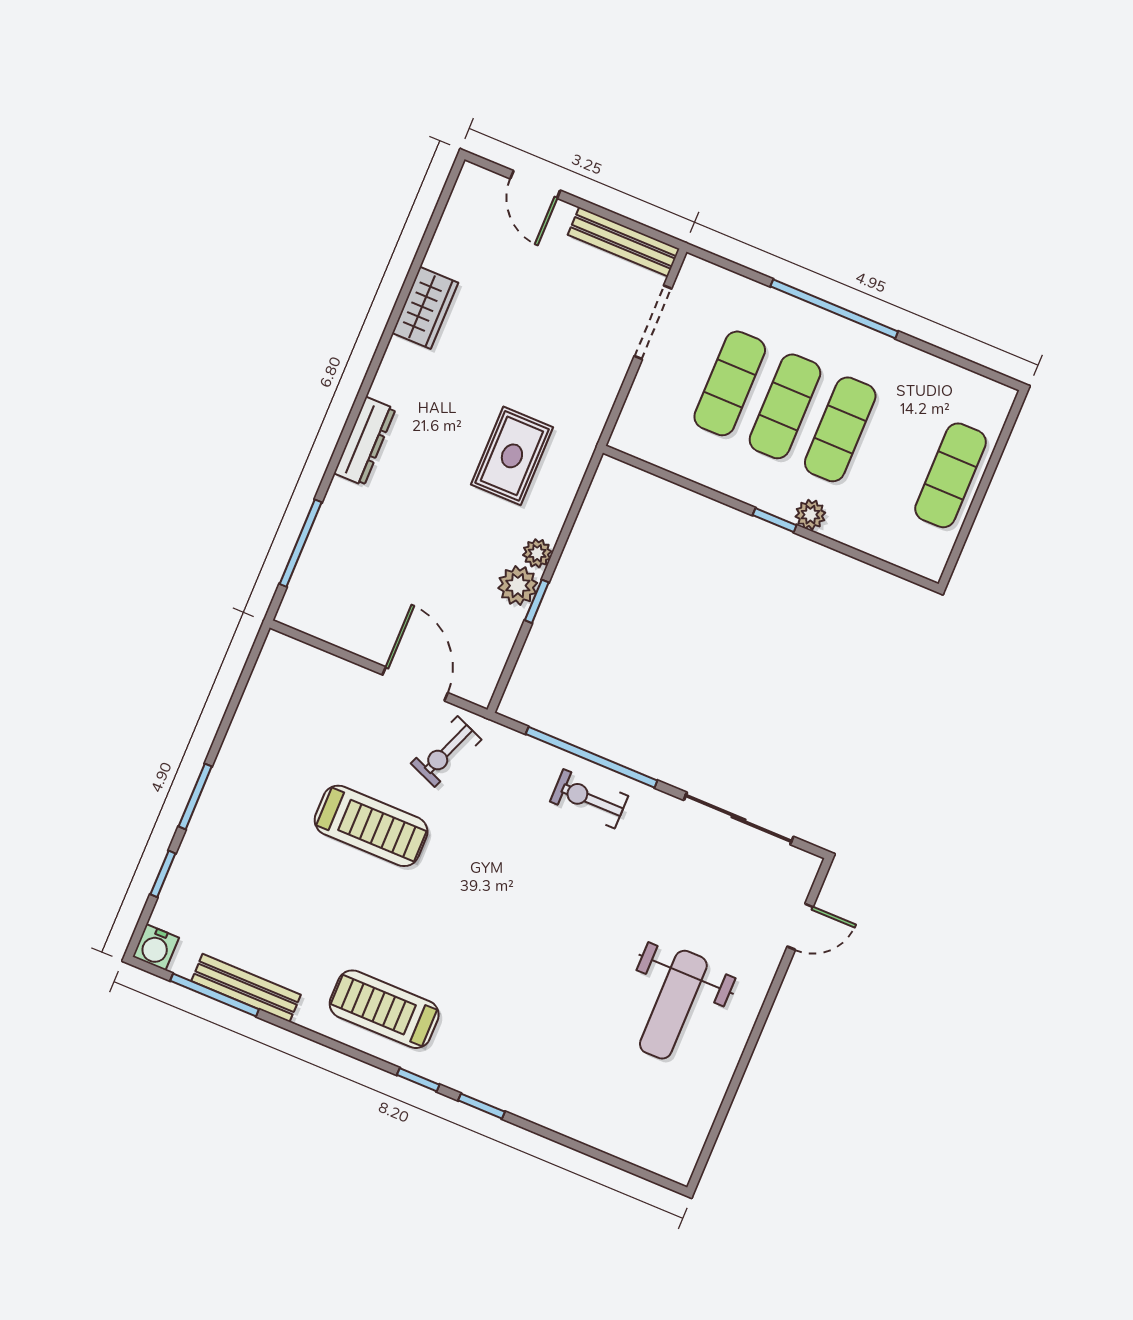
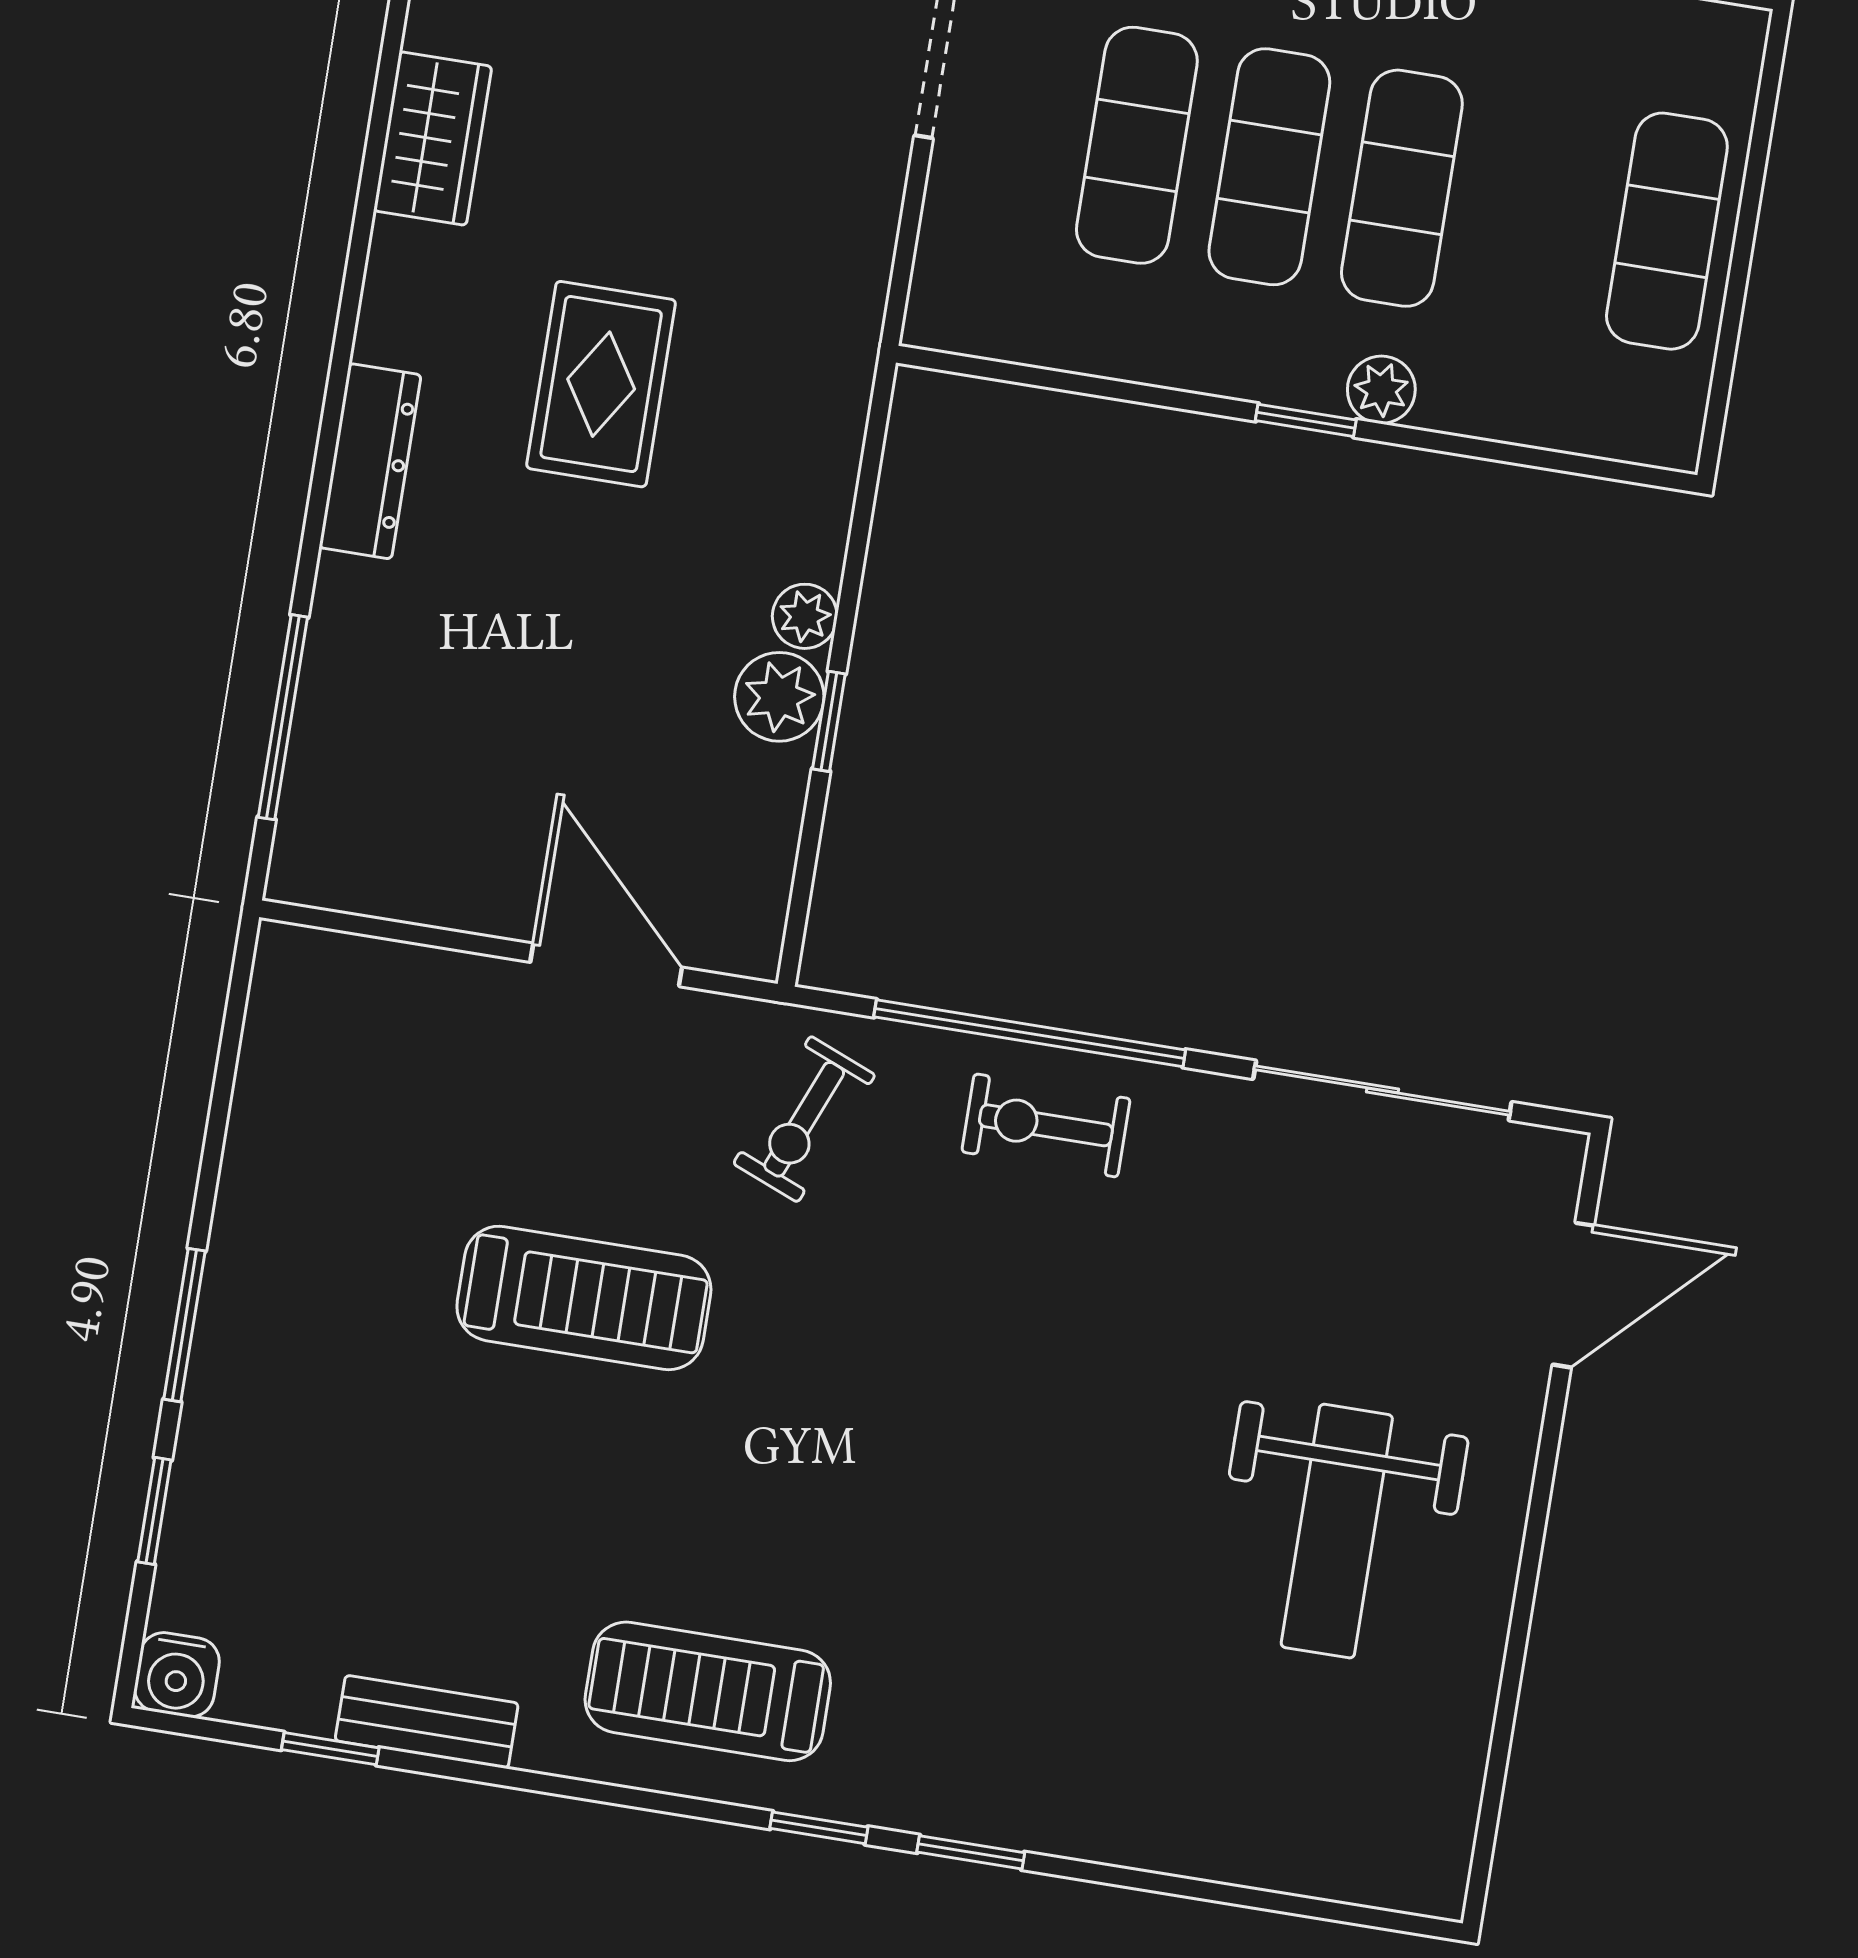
rug: (512, 456) -> (601, 384), moved
exercise bike: (446, 751) -> (804, 1119), moved
door: (800, 927) -> (1573, 1295), width x1.38
bench: (246, 988) -> (427, 1722), width x0.73
window: (215, 995) -> (330, 1749), width x0.46

